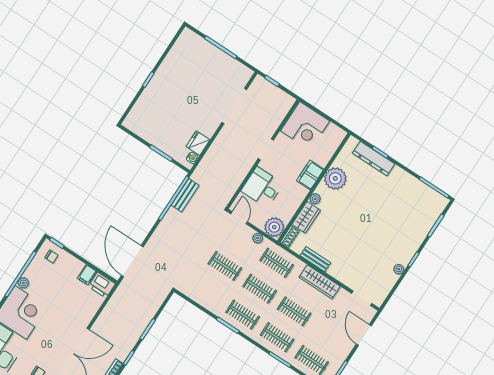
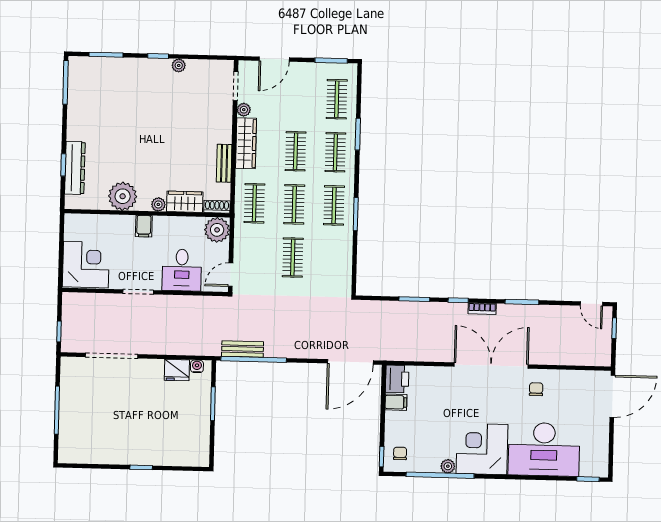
filing cabinet: (310, 175) -> (144, 226), width x0.50
plant: (258, 238) -> (244, 110), moved

